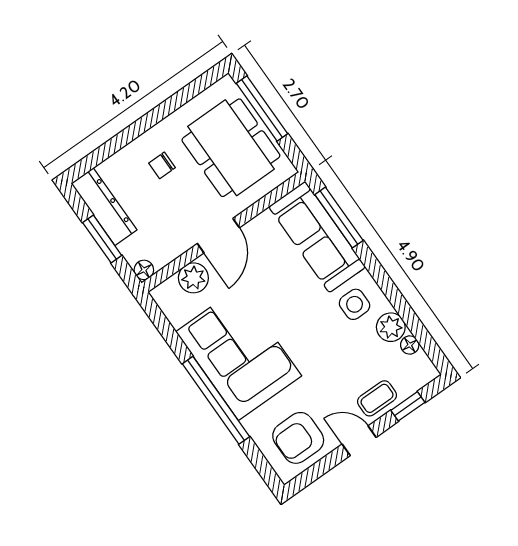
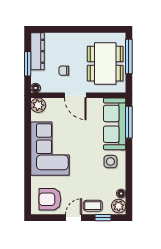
chair: (162, 165) -> (64, 71), moved
door: (218, 236) -> (75, 95), hinge flipped
plant: (193, 278) -> (38, 105), moved
plant: (391, 327) -> (119, 206), moved
window: (216, 400) -> (28, 161), removed
door: (359, 441) -> (74, 218), hinge flipped

